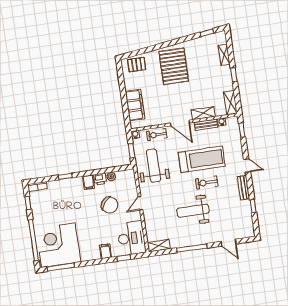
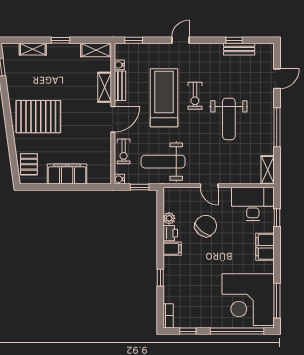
filing cabinet: (135, 105) -> (67, 174), moved
bench: (244, 188) -> (239, 49), moved
filing cabinet: (105, 251) -> (265, 247), width x2.00

